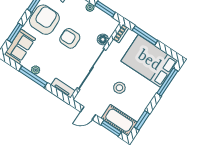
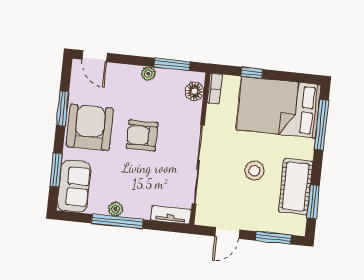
window: (145, 35) -> (252, 73), width x0.46
floor lamp: (103, 39) -> (194, 91), moved
cot: (119, 120) -> (296, 187), moved, turned 90

